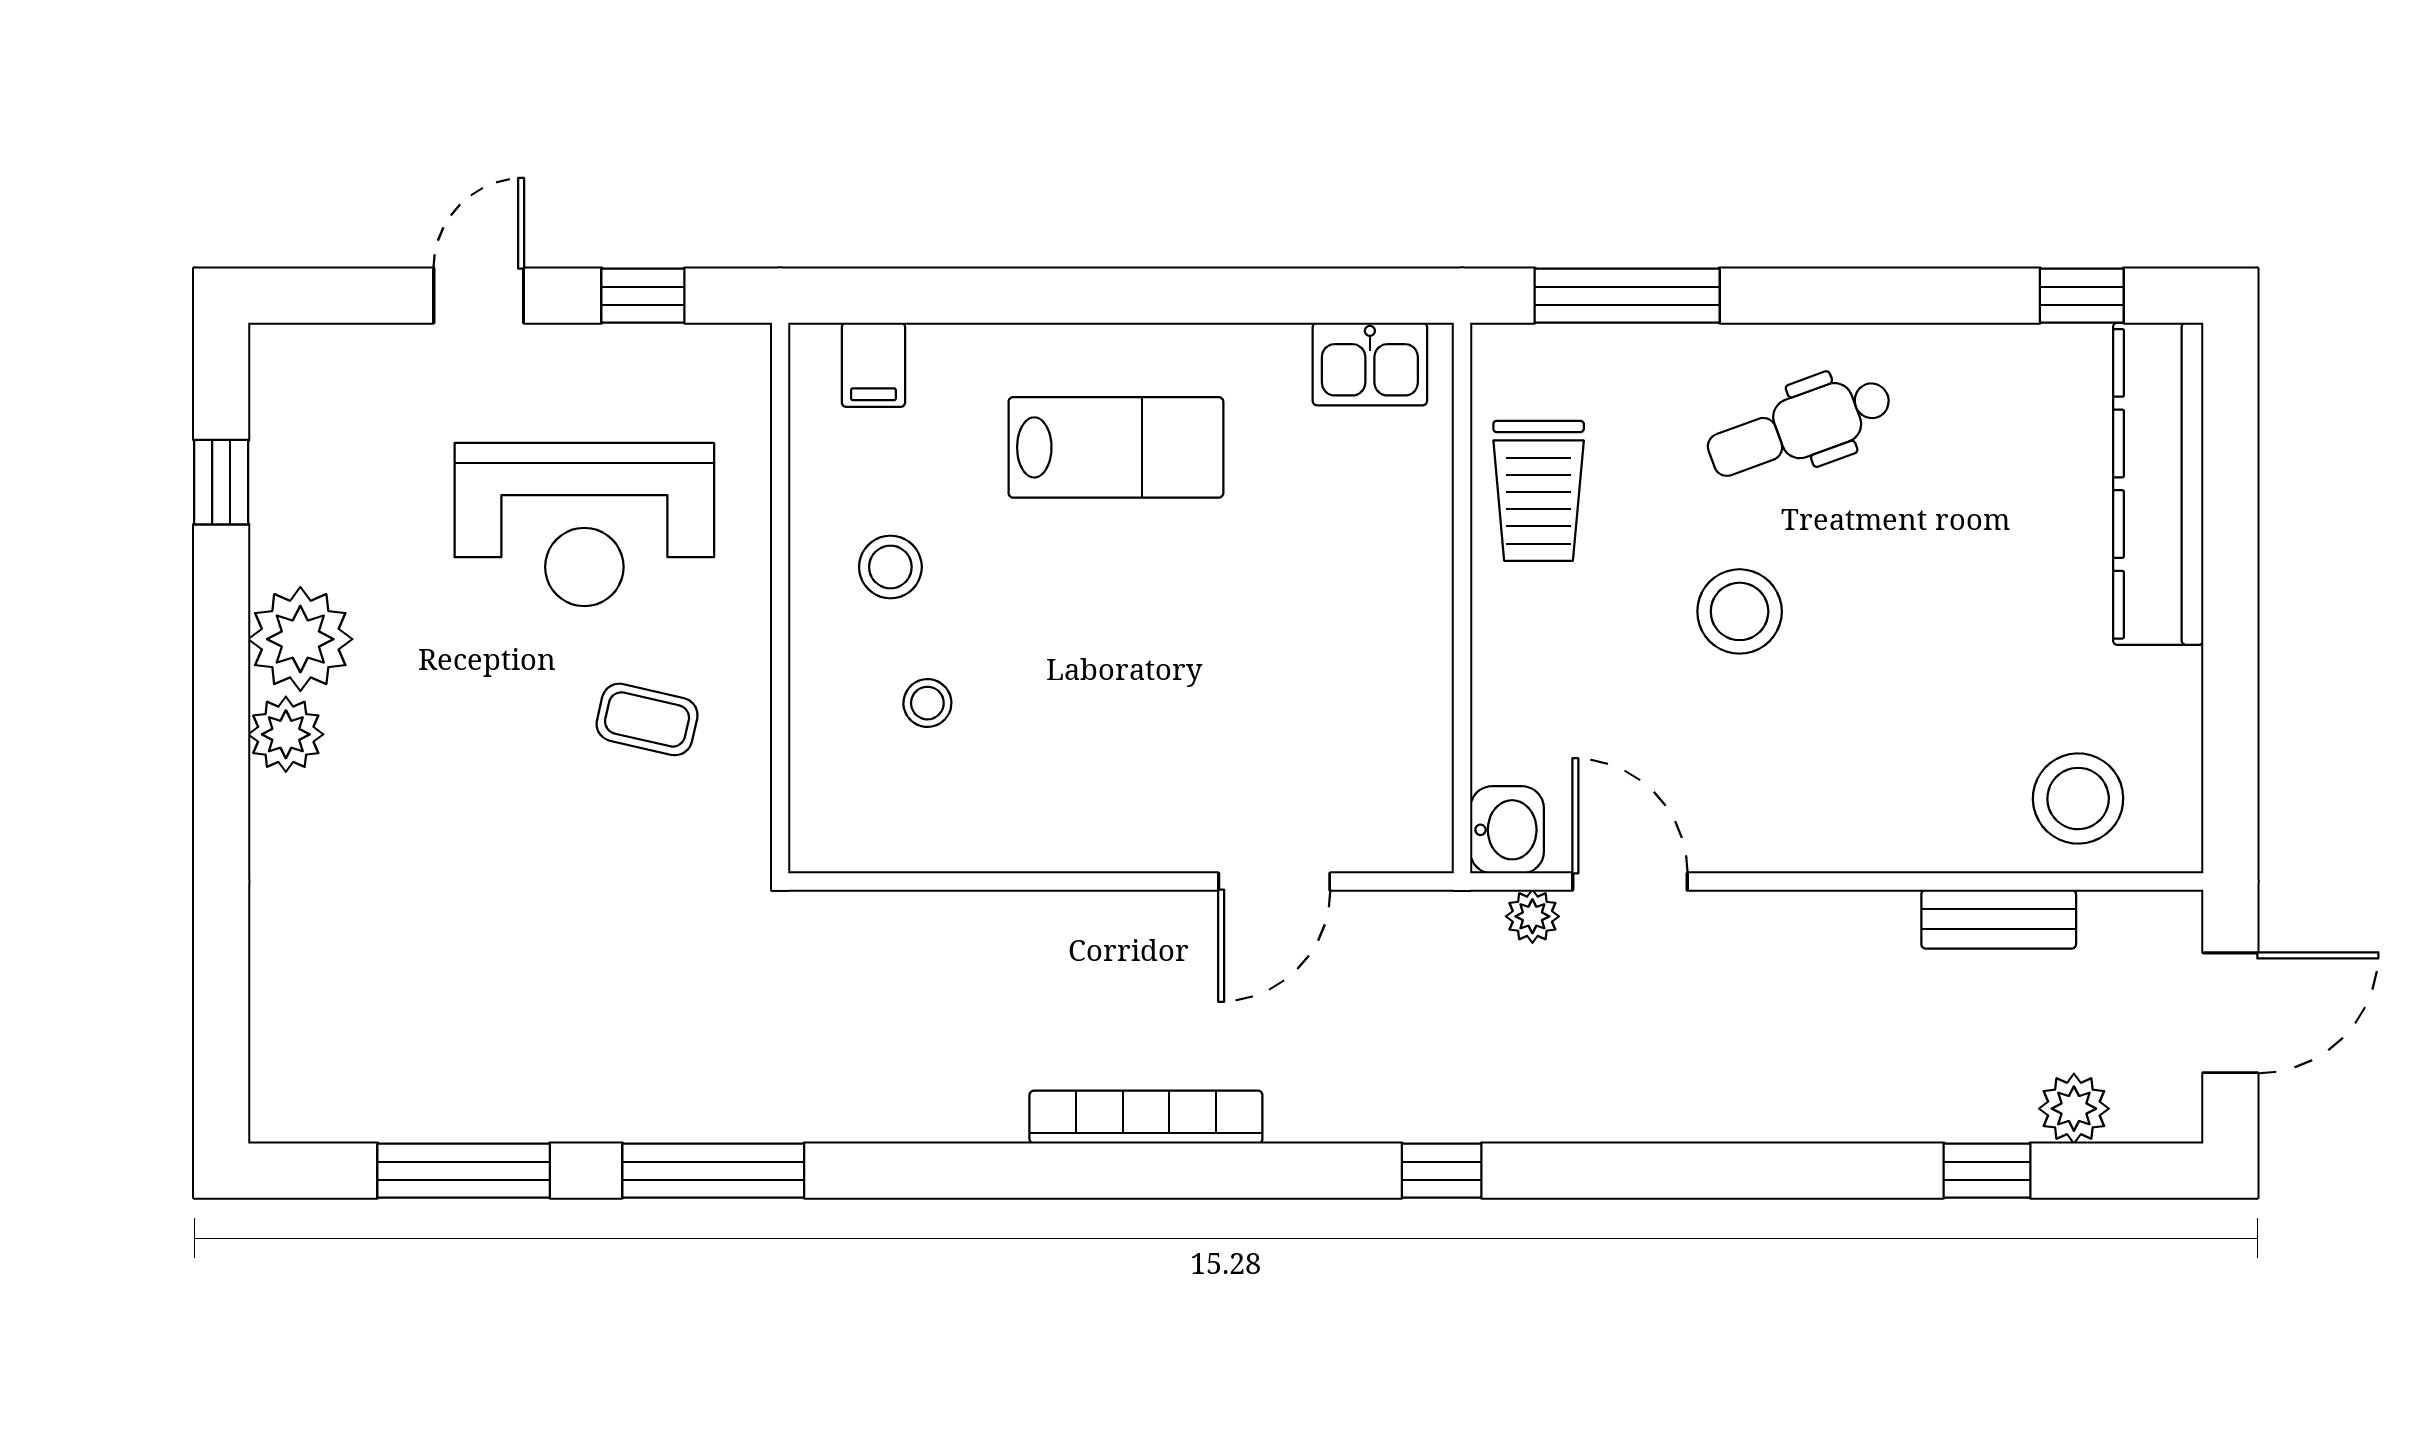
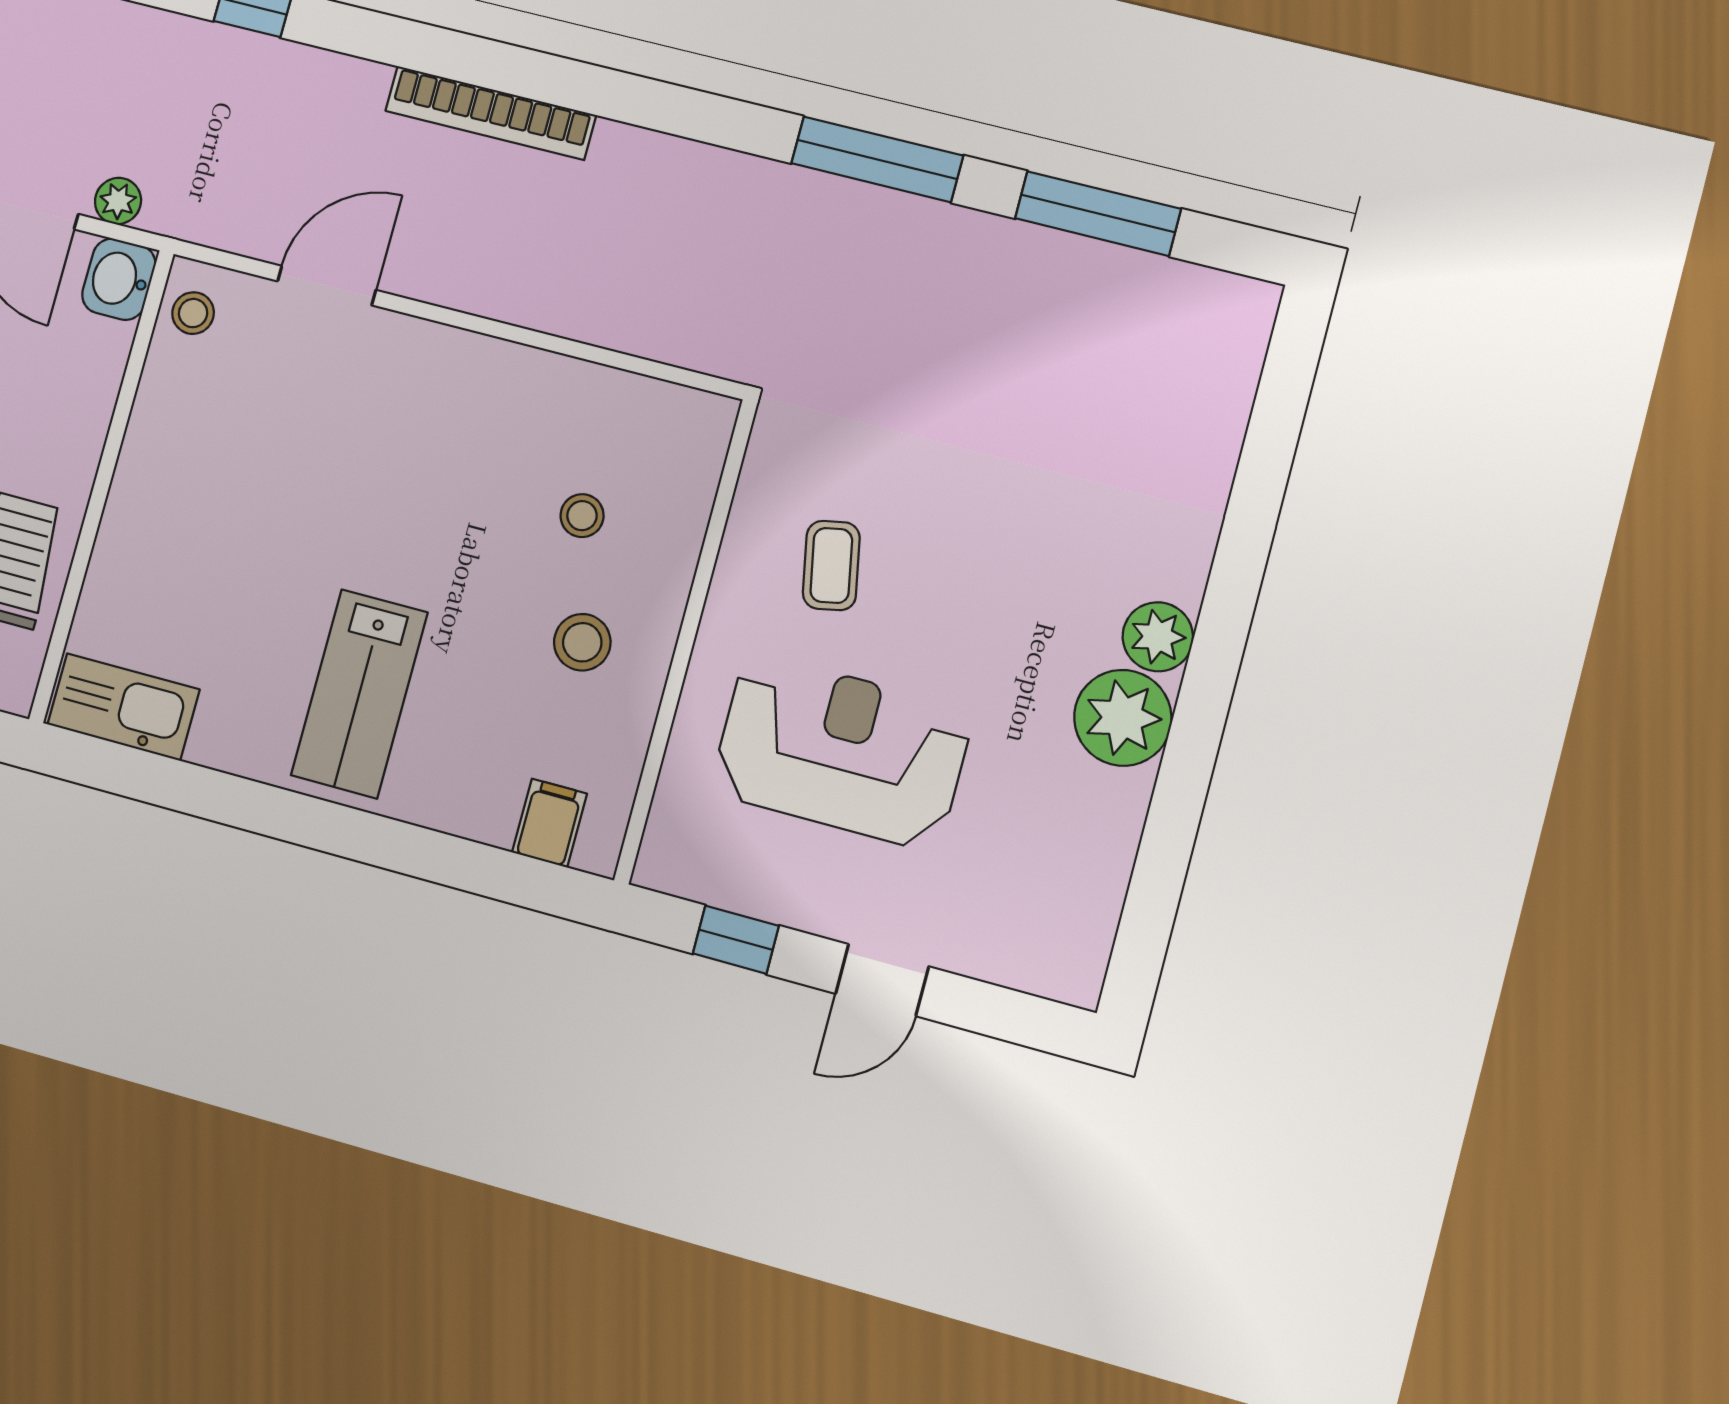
kitchen sink: (1370, 364) -> (123, 707), width x1.38
lab bench: (1116, 447) -> (359, 694), turned -90
window: (221, 482) -> (1158, 877), removed
coffee table: (647, 719) -> (831, 566), turned 66
stool: (1414, 814) -> (193, 313), added

